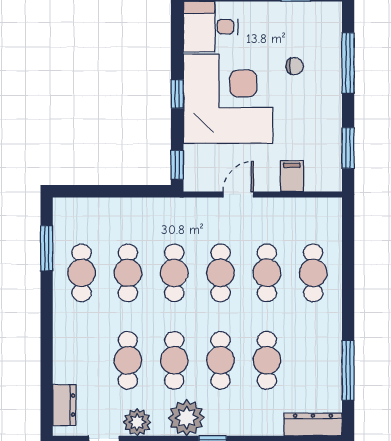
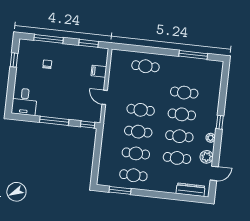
window: (177, 94) -> (54, 121), width x2.17
corner desk: (228, 99) -> (59, 97), removed
cafe table: (267, 273) -> (143, 88), removed
dresser: (64, 405) -> (191, 190), width x1.44
plant: (187, 418) -> (211, 138), width x0.53, depth x0.53
dresser: (313, 424) -> (217, 74), removed

